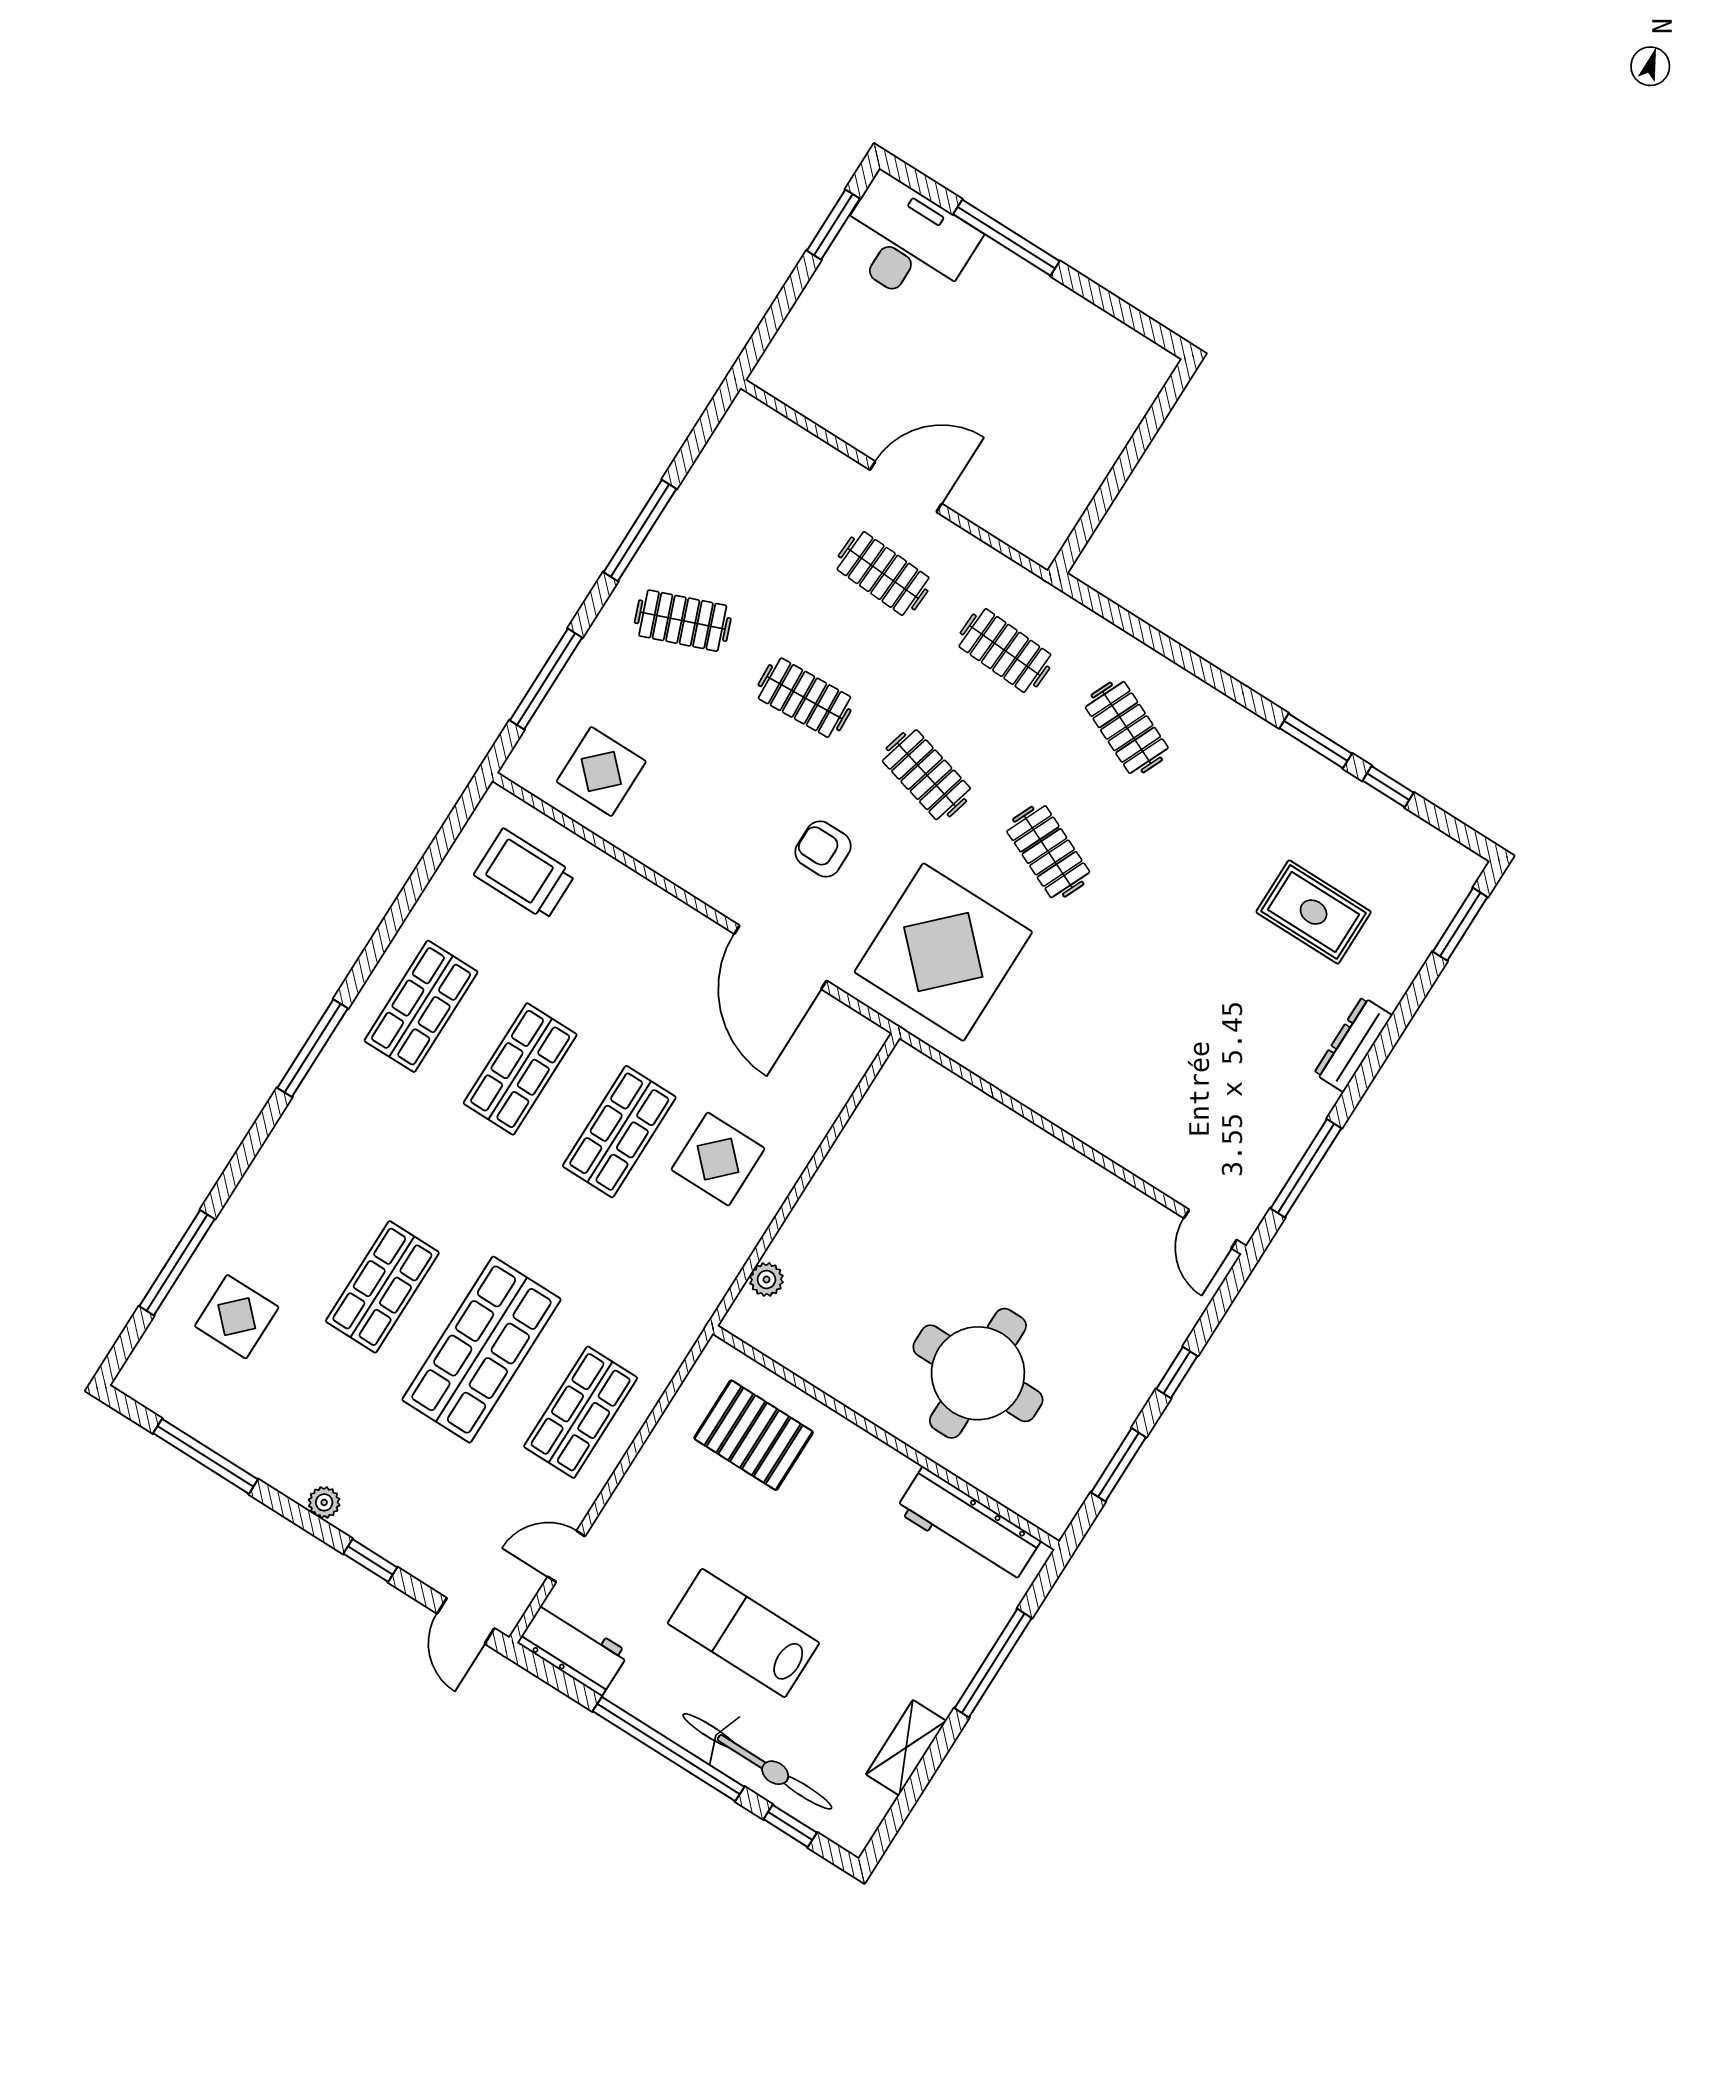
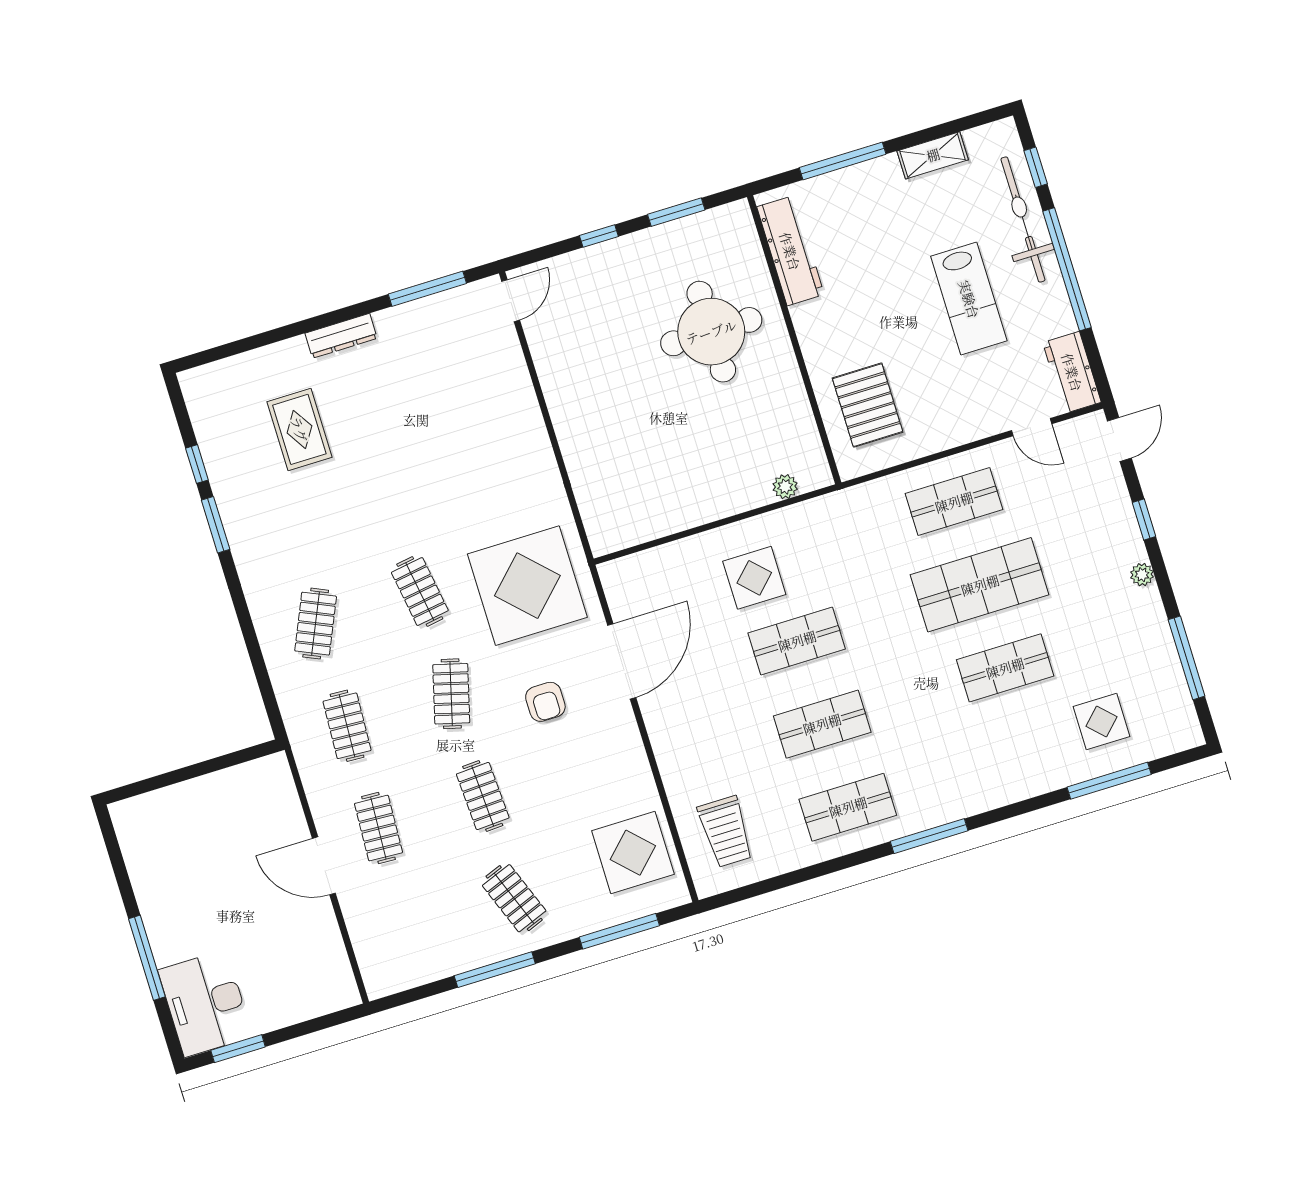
display table: (601, 771) -> (633, 853), width x1.36, depth x1.36
clothes rail: (1048, 852) -> (420, 592), turned -33
window: (1460, 924) -> (223, 352), removed

